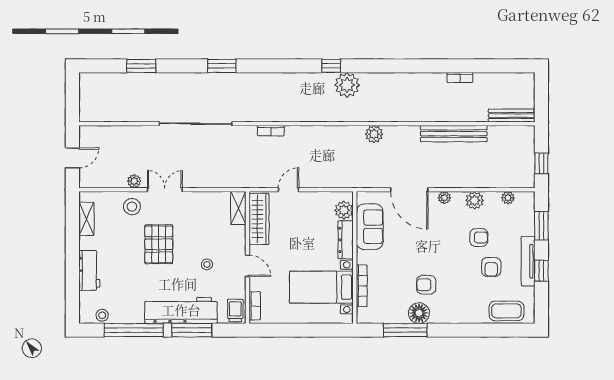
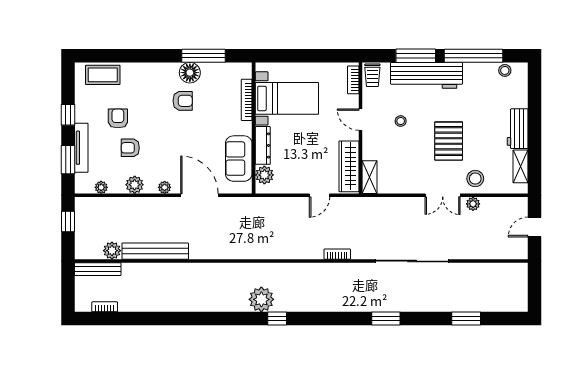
bookcase: (460, 78) -> (105, 307), moved
plant: (374, 134) -> (112, 251), moved
tv unit: (528, 261) -> (81, 148), moved
workbench: (89, 270) -> (518, 129), moved

